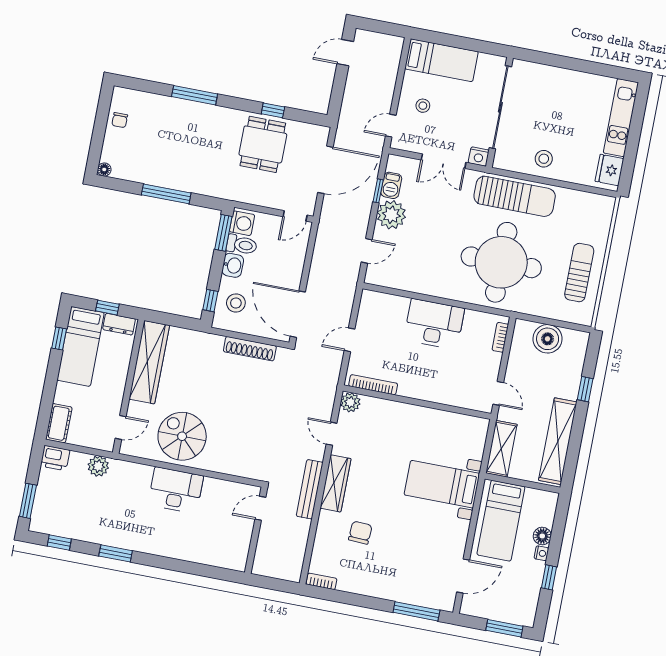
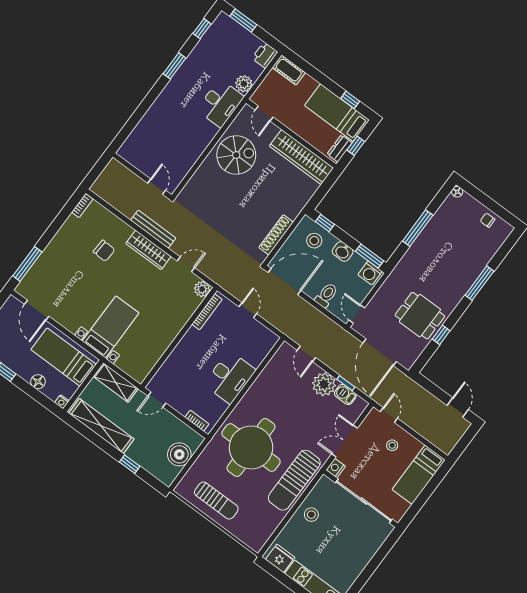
toilet: (242, 245) -> (326, 295), moved, turned 180
desk: (176, 490) -> (220, 103), moved
nightstand: (541, 553) -> (62, 402), moved

